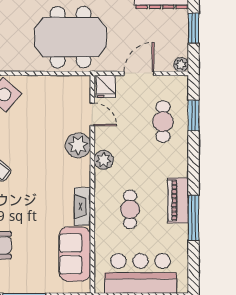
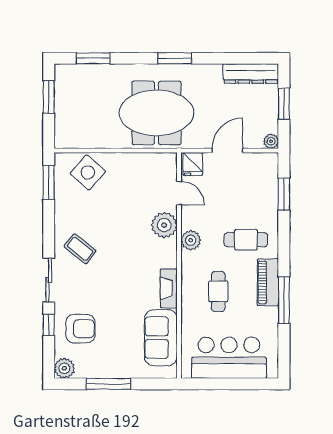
cafe table: (163, 122) -> (246, 240), moved, turned 90

